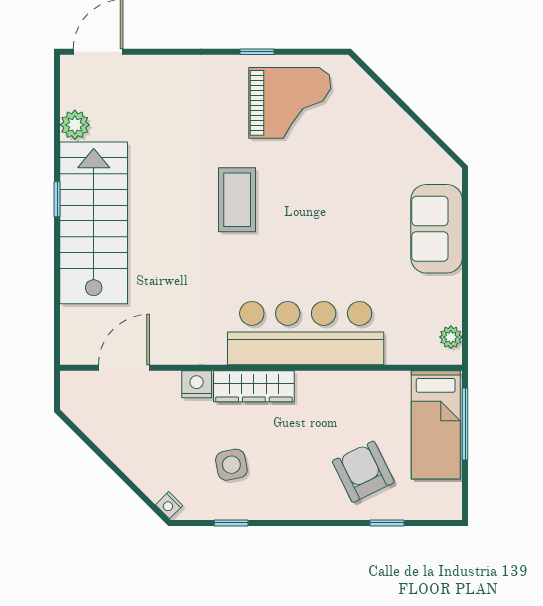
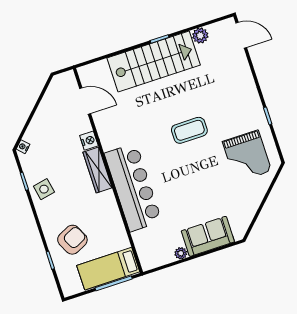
grand piano: (290, 103) -> (247, 156), moved
plant: (451, 337) -> (181, 253), moved
side table: (231, 465) -> (44, 189), moved

